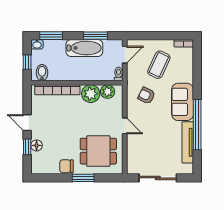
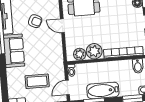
coffee table: (159, 65) -> (37, 81), turned 65
armchair: (146, 96) -> (35, 21), moved

